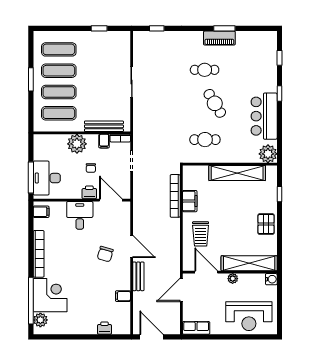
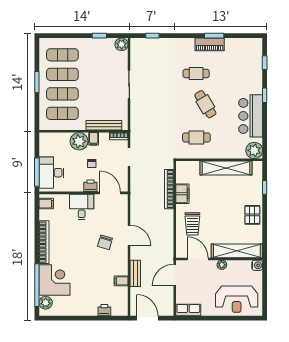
plant: (123, 38) -> (122, 44), added
filing cabinet: (104, 141) -> (94, 139), moved
bench: (138, 276) -> (135, 273), moved

